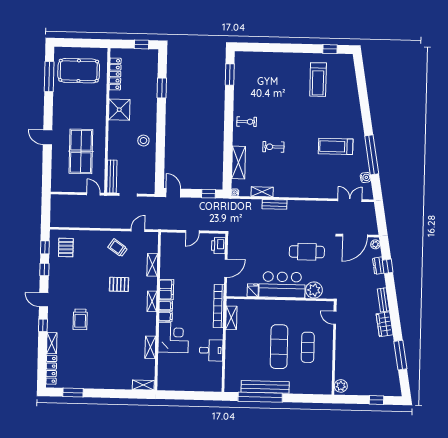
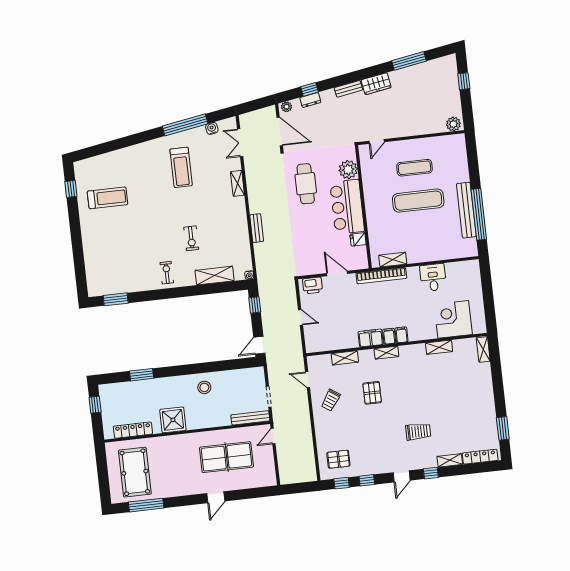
shelving: (262, 192) -> (238, 183), moved
corner desk: (173, 337) -> (453, 319), moved

